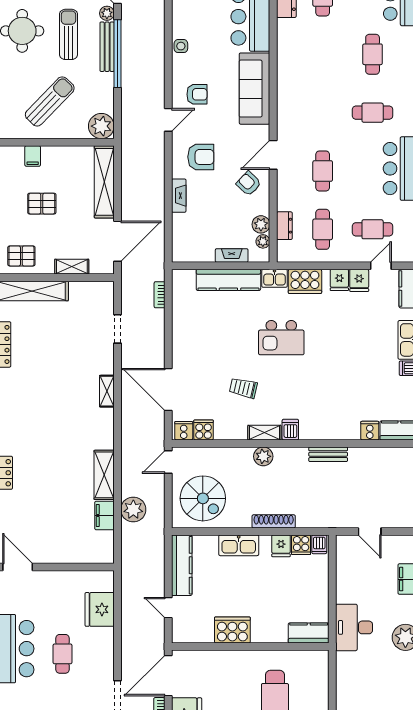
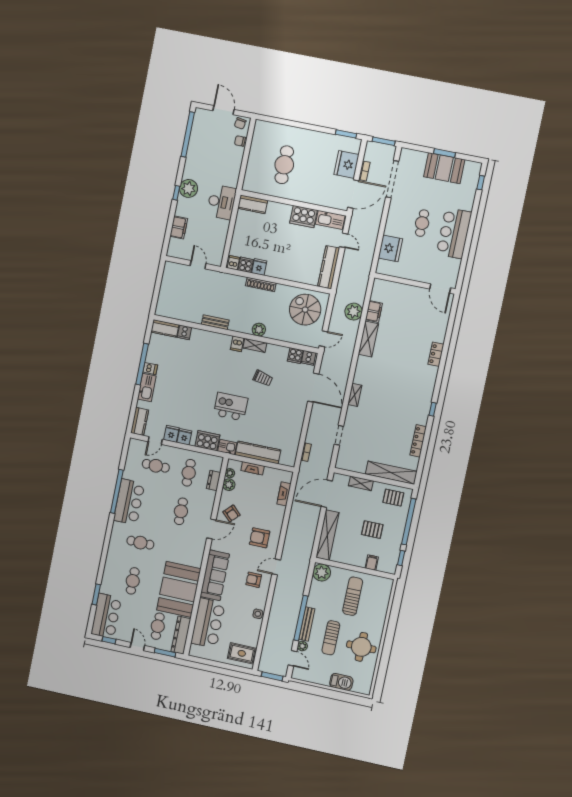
booth: (303, 56) -> (179, 589), added
sun lounger: (50, 101) -> (353, 596), turned 136
fireplace: (179, 196) -> (284, 494), moved
kitchen sink: (239, 545) -> (330, 220), moved, turned 180

